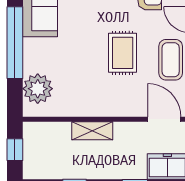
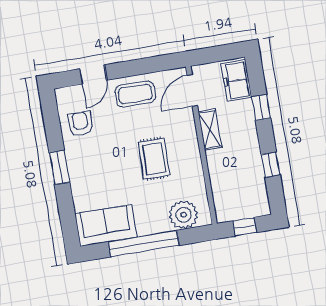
rug: (123, 53) -> (154, 159), moved, turned 90
shelving: (92, 131) -> (210, 130), moved

